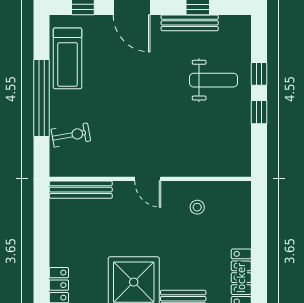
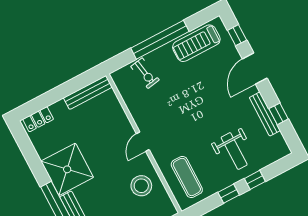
exercise mat: (215, 150) -> (187, 177), added
bench: (81, 190) -> (88, 92), moved, turned 90
stool: (197, 207) -> (141, 186), width x1.89, depth x1.89

